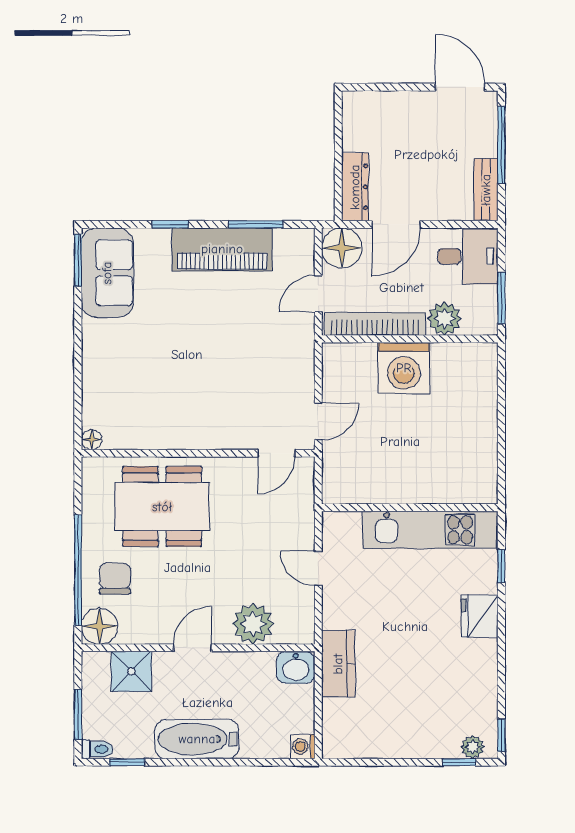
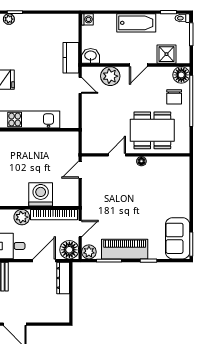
plant: (299, 243) -> (89, 252), added
floor lamp: (92, 440) -> (141, 161), moved
door: (276, 453) -> (117, 155), moved
door: (318, 568) -> (80, 85), moved

